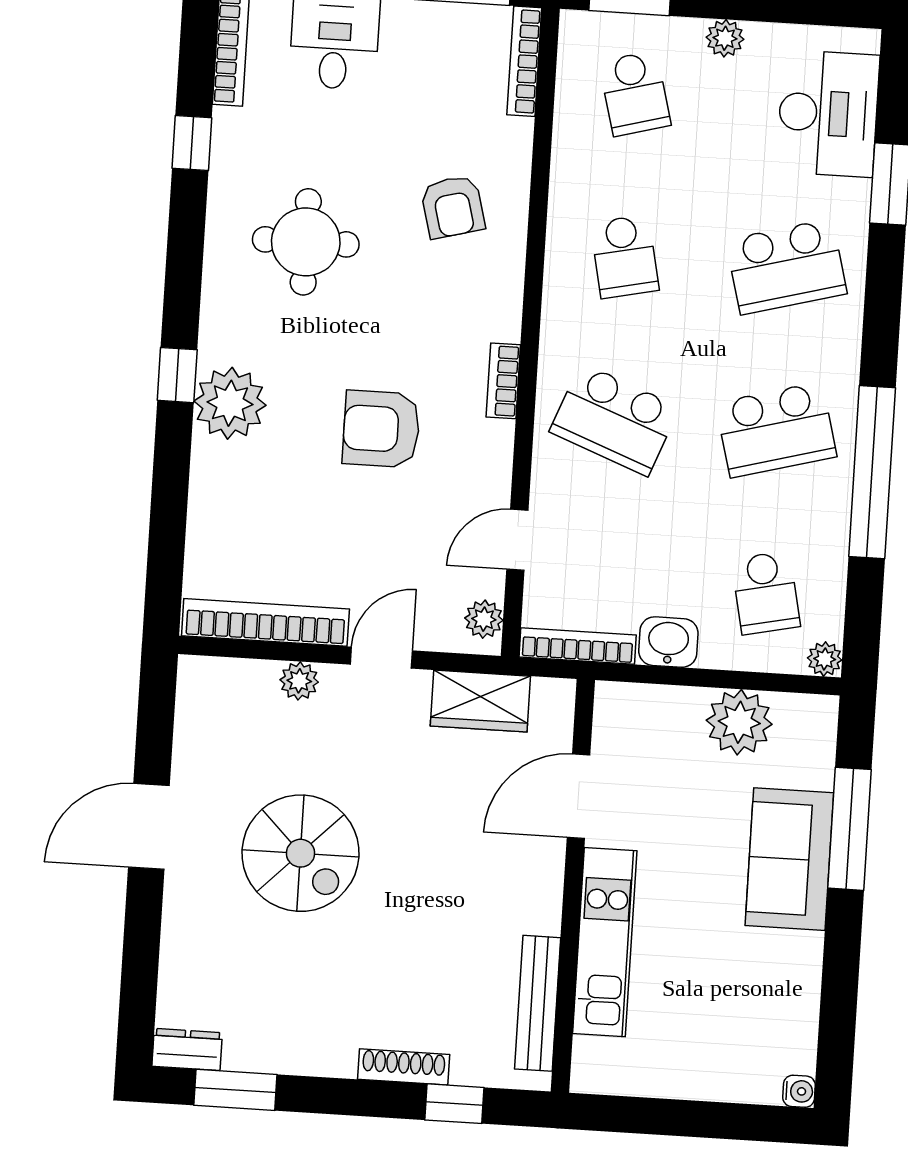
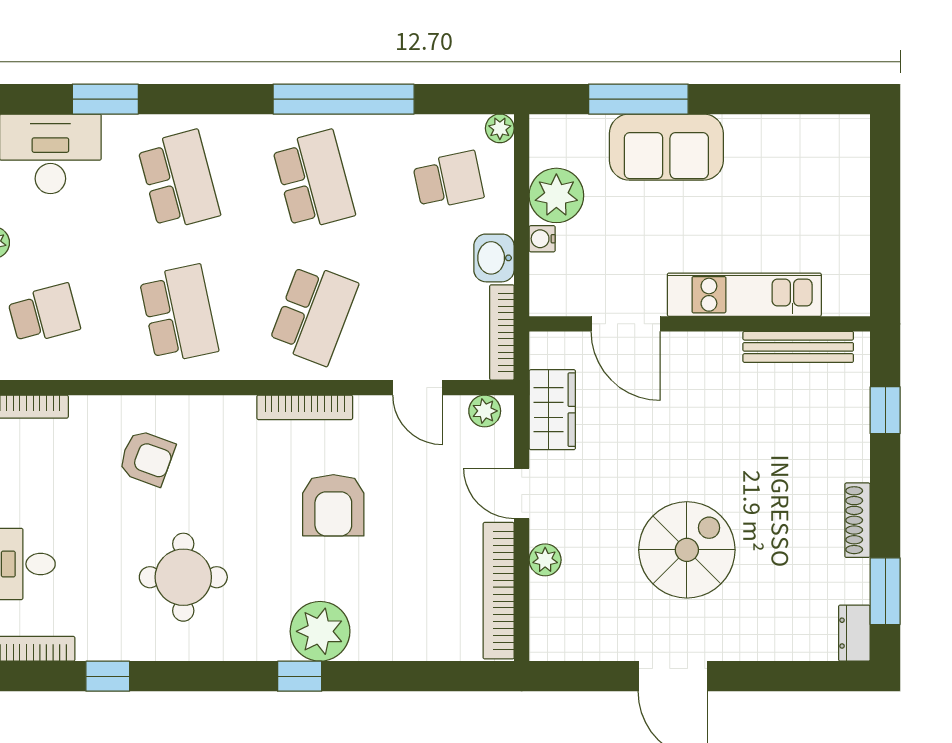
armchair: (453, 207) -> (147, 458), turned 35
school desk: (625, 257) -> (179, 314), width x1.85
bookcase: (503, 381) -> (305, 407), width x1.56
shoe rack: (404, 1067) -> (857, 520), moved
water cooler: (799, 1091) -> (542, 239), moved, turned -90

